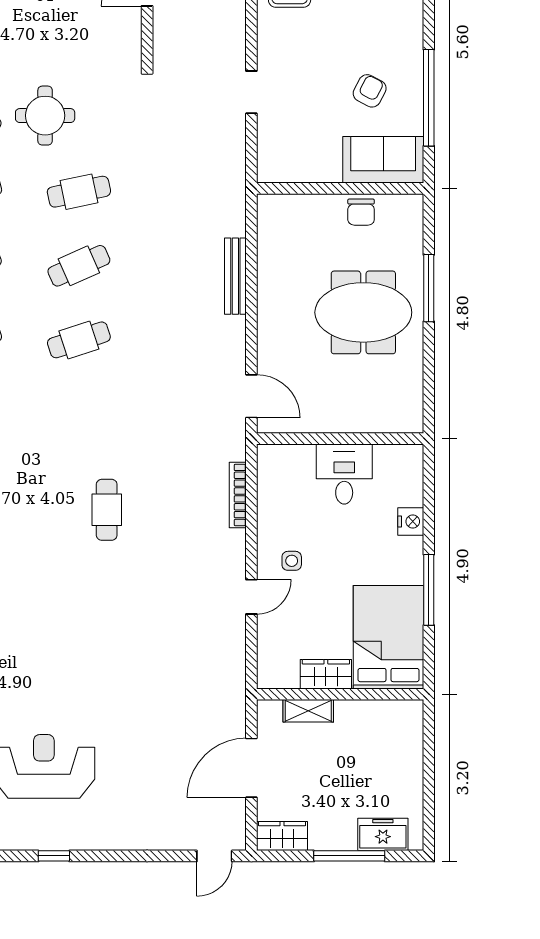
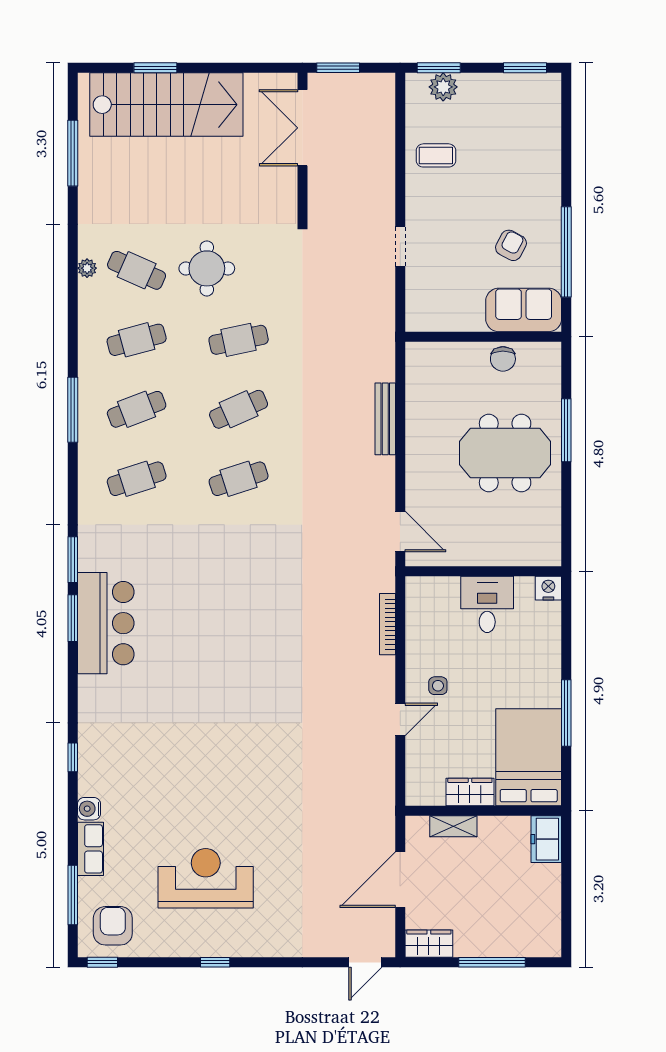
cafe table: (107, 510) -> (265, 638), removed
nightstand: (411, 521) -> (548, 588), moved, turned -90
freezer: (383, 834) -> (546, 839), moved, turned -90

